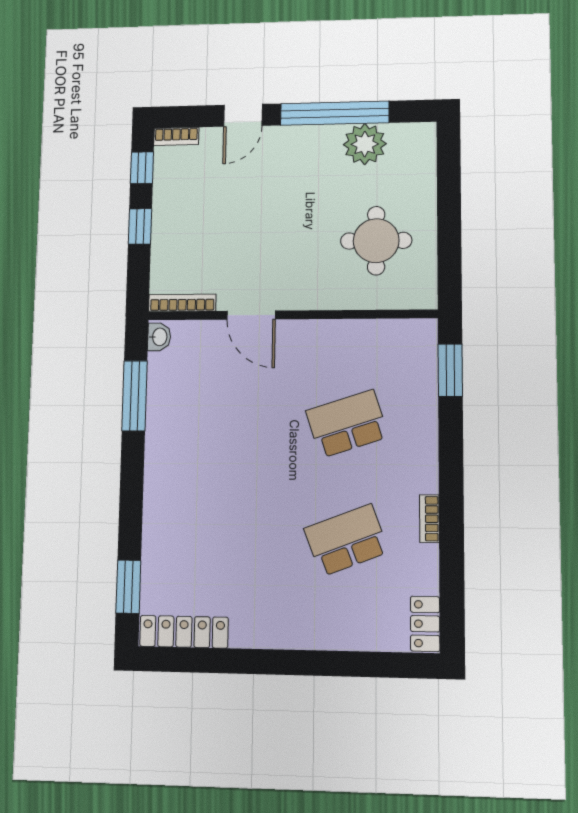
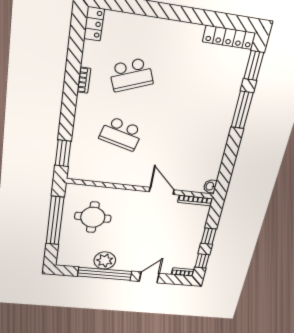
plant: (365, 144) -> (105, 261), moved
window: (449, 224) -> (55, 221), added
window: (135, 396) -> (242, 110), moved
school desk: (347, 424) -> (121, 134), turned 33

